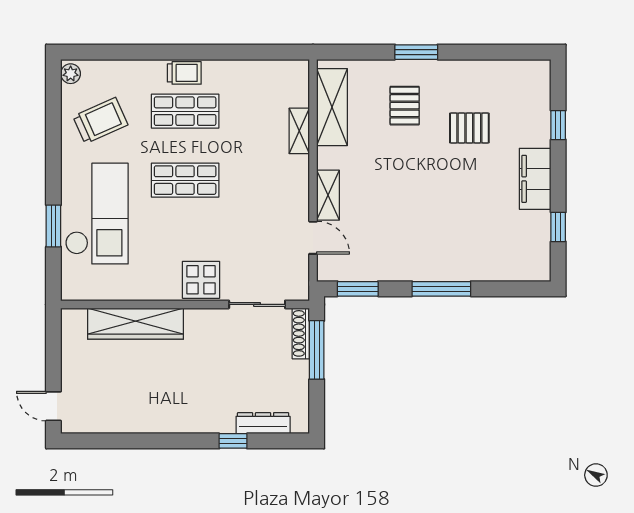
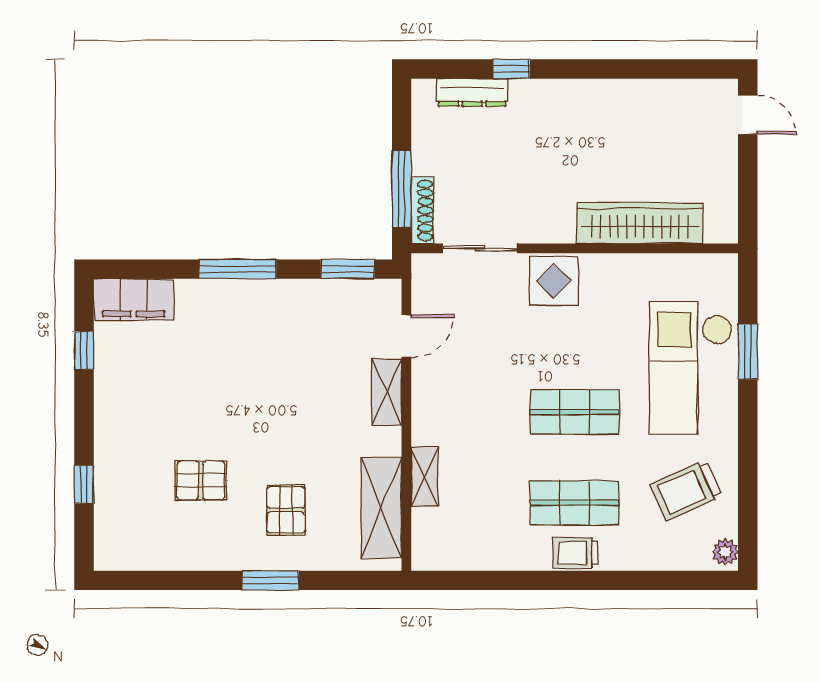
filing cabinet: (535, 179) -> (134, 299), moved, turned 90
door: (313, 238) -> (406, 336), swing flipped

